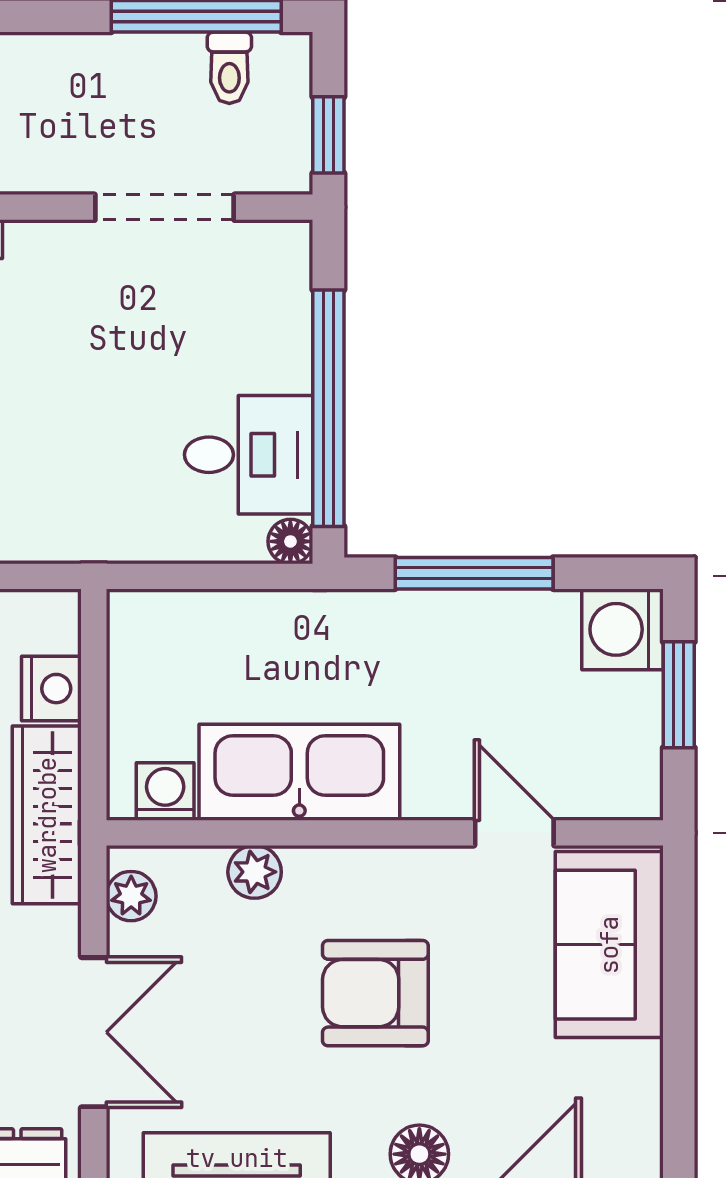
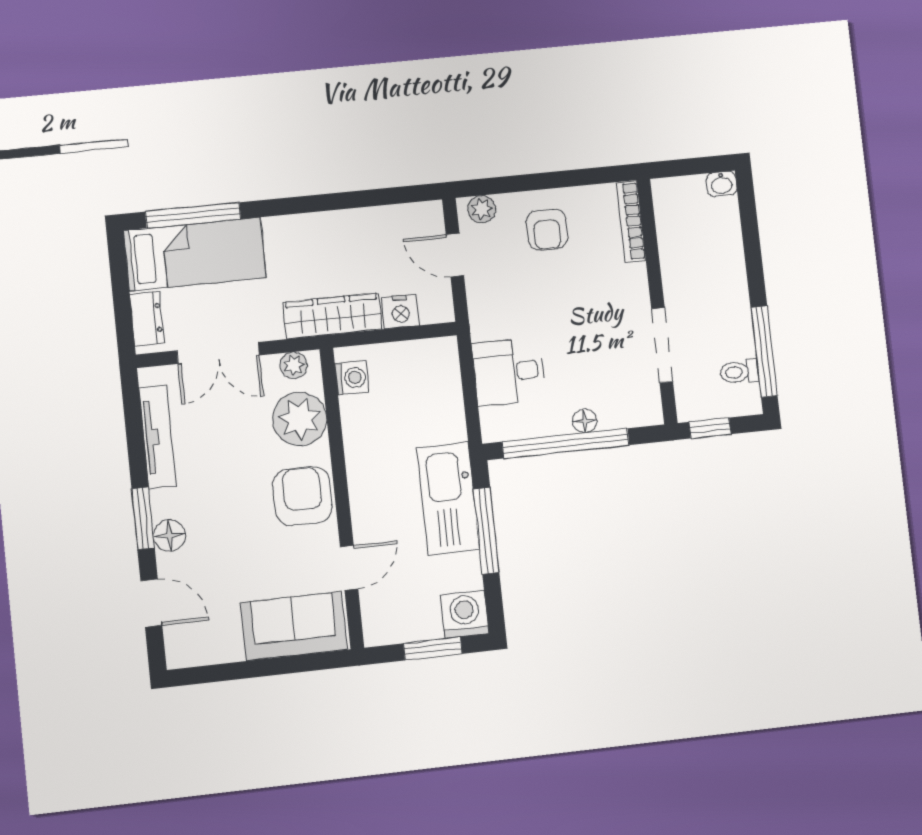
desk: (249, 455) -> (509, 372), moved, turned 90
floor lamp: (290, 541) -> (585, 421), moved
kitchen sink: (299, 772) -> (448, 498), moved, turned 180
plant: (255, 872) -> (300, 419), width x1.87, depth x1.87
armchair: (375, 993) -> (302, 496), moved

